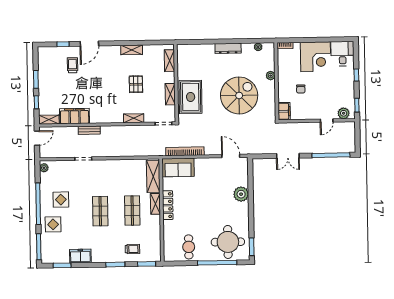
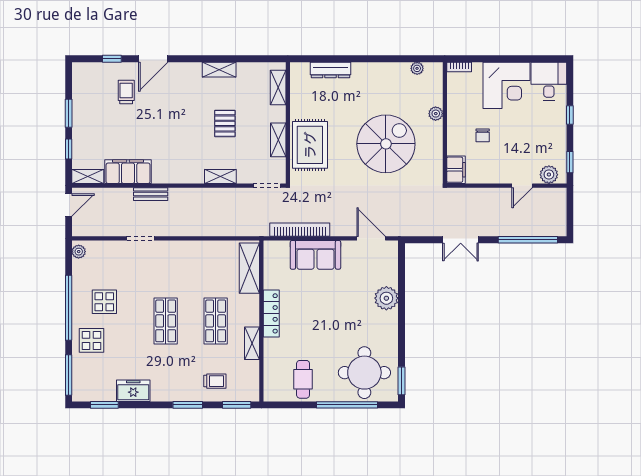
dresser: (228, 48) -> (330, 70), moved
sofa: (178, 168) -> (315, 255), moved
shelving: (155, 204) -> (252, 343), moved

